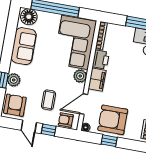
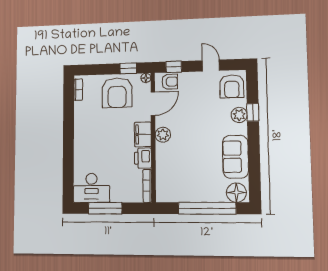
corner sofa: (75, 42) -> (176, 172), removed
coffee table: (48, 100) -> (194, 100), removed
armchair: (113, 120) -> (117, 93), turned 90
window: (49, 130) -> (174, 67), moved
window: (109, 141) -> (128, 68), moved

